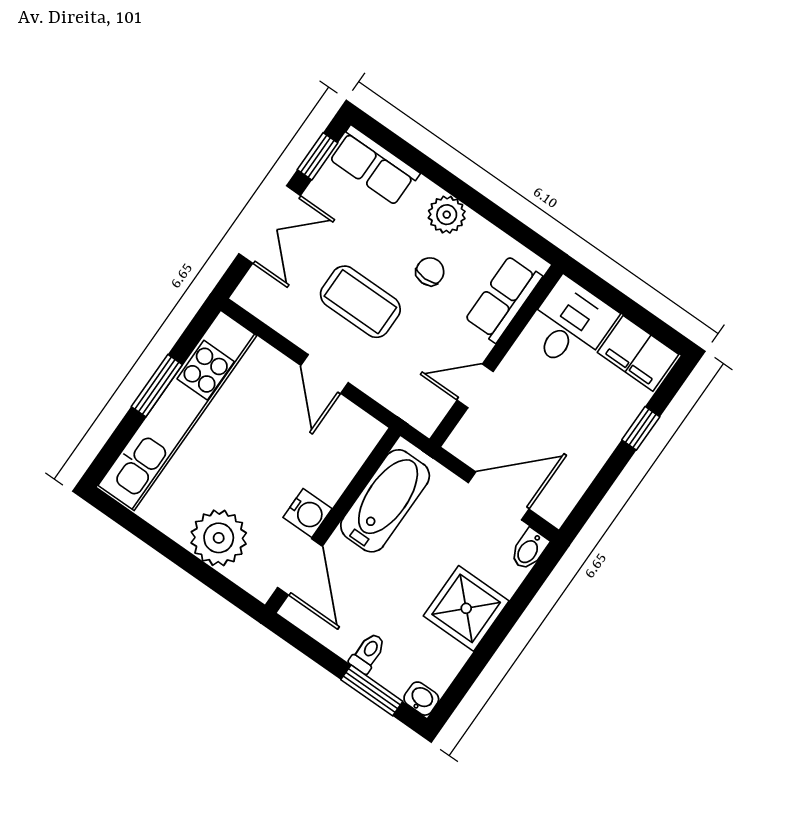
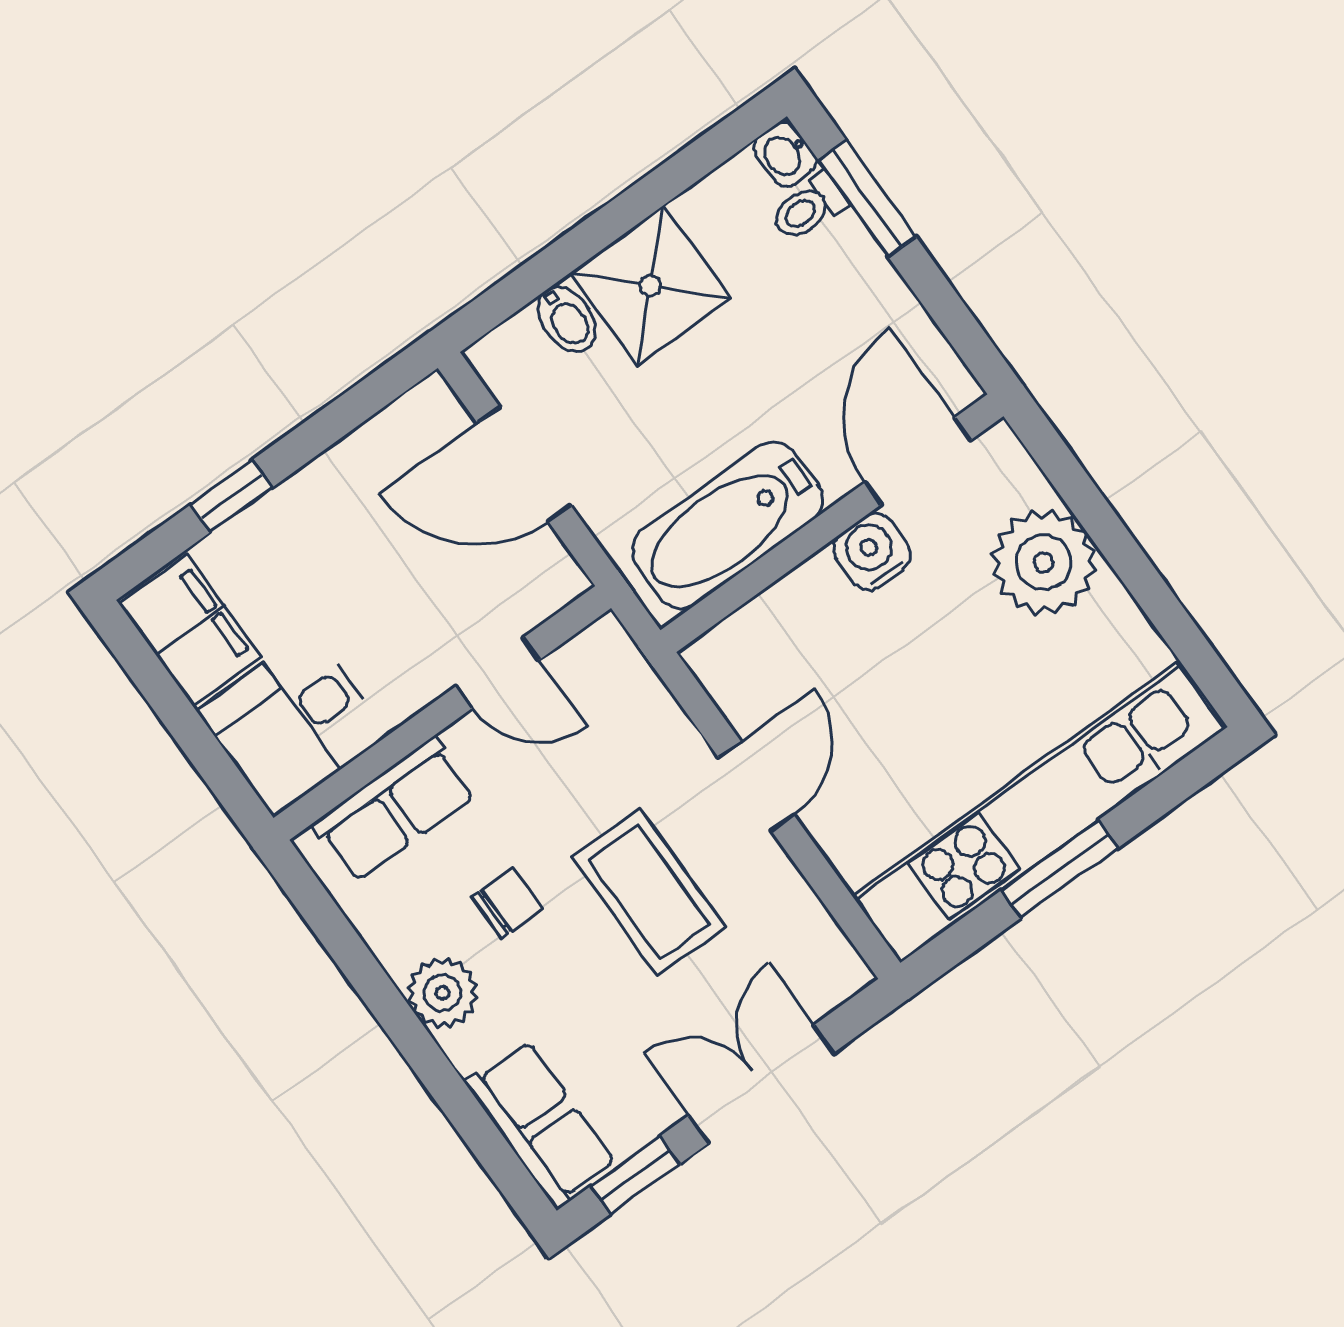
chair: (430, 272) -> (507, 902), turned 180
bidet: (529, 549) -> (567, 319), moved, turned 90
toilet: (368, 653) -> (808, 208), moved

